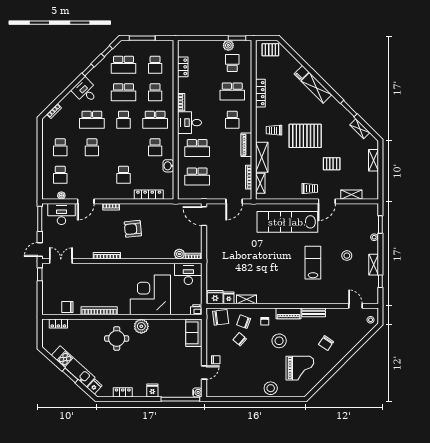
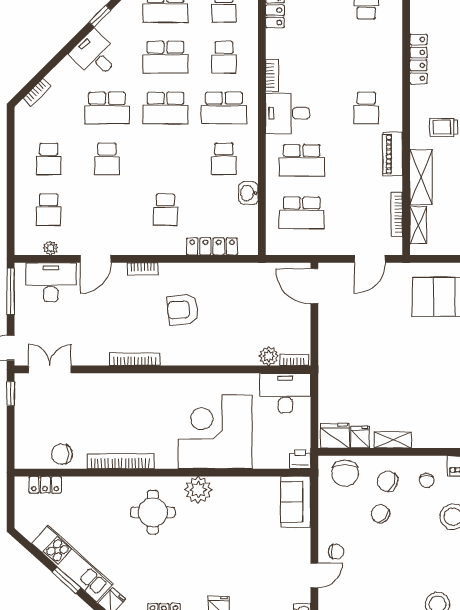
school desk: (232, 91) -> (366, 56), removed
school desk: (124, 120) -> (165, 108), width x1.85
chair: (221, 317) -> (345, 473), turned 97

